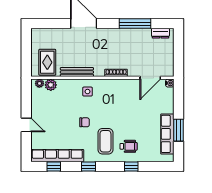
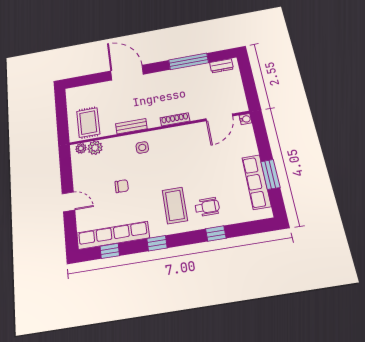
bench: (77, 72) -> (131, 126), width x0.73
chair: (85, 122) -> (122, 186), moved

